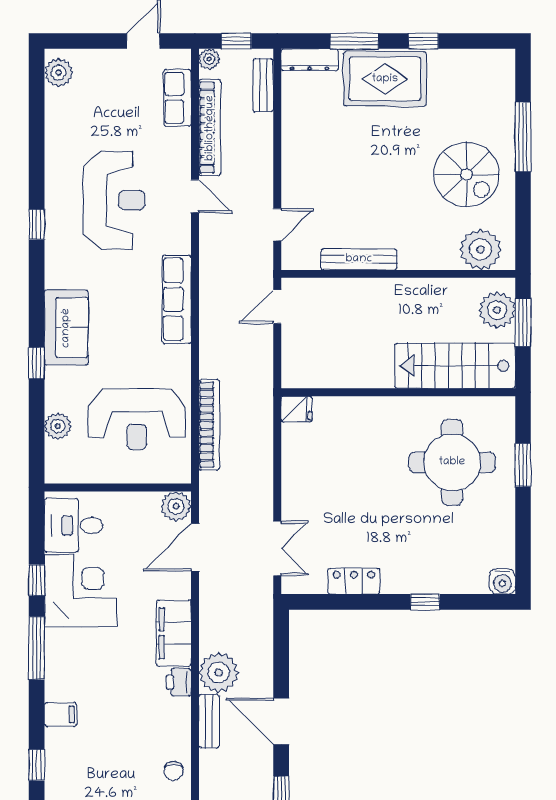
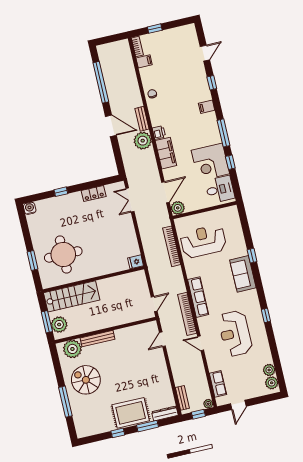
bookcase: (210, 128) -> (187, 314), moved
bench: (359, 259) -> (97, 339), moved
plant: (58, 426) -> (269, 370), moved

